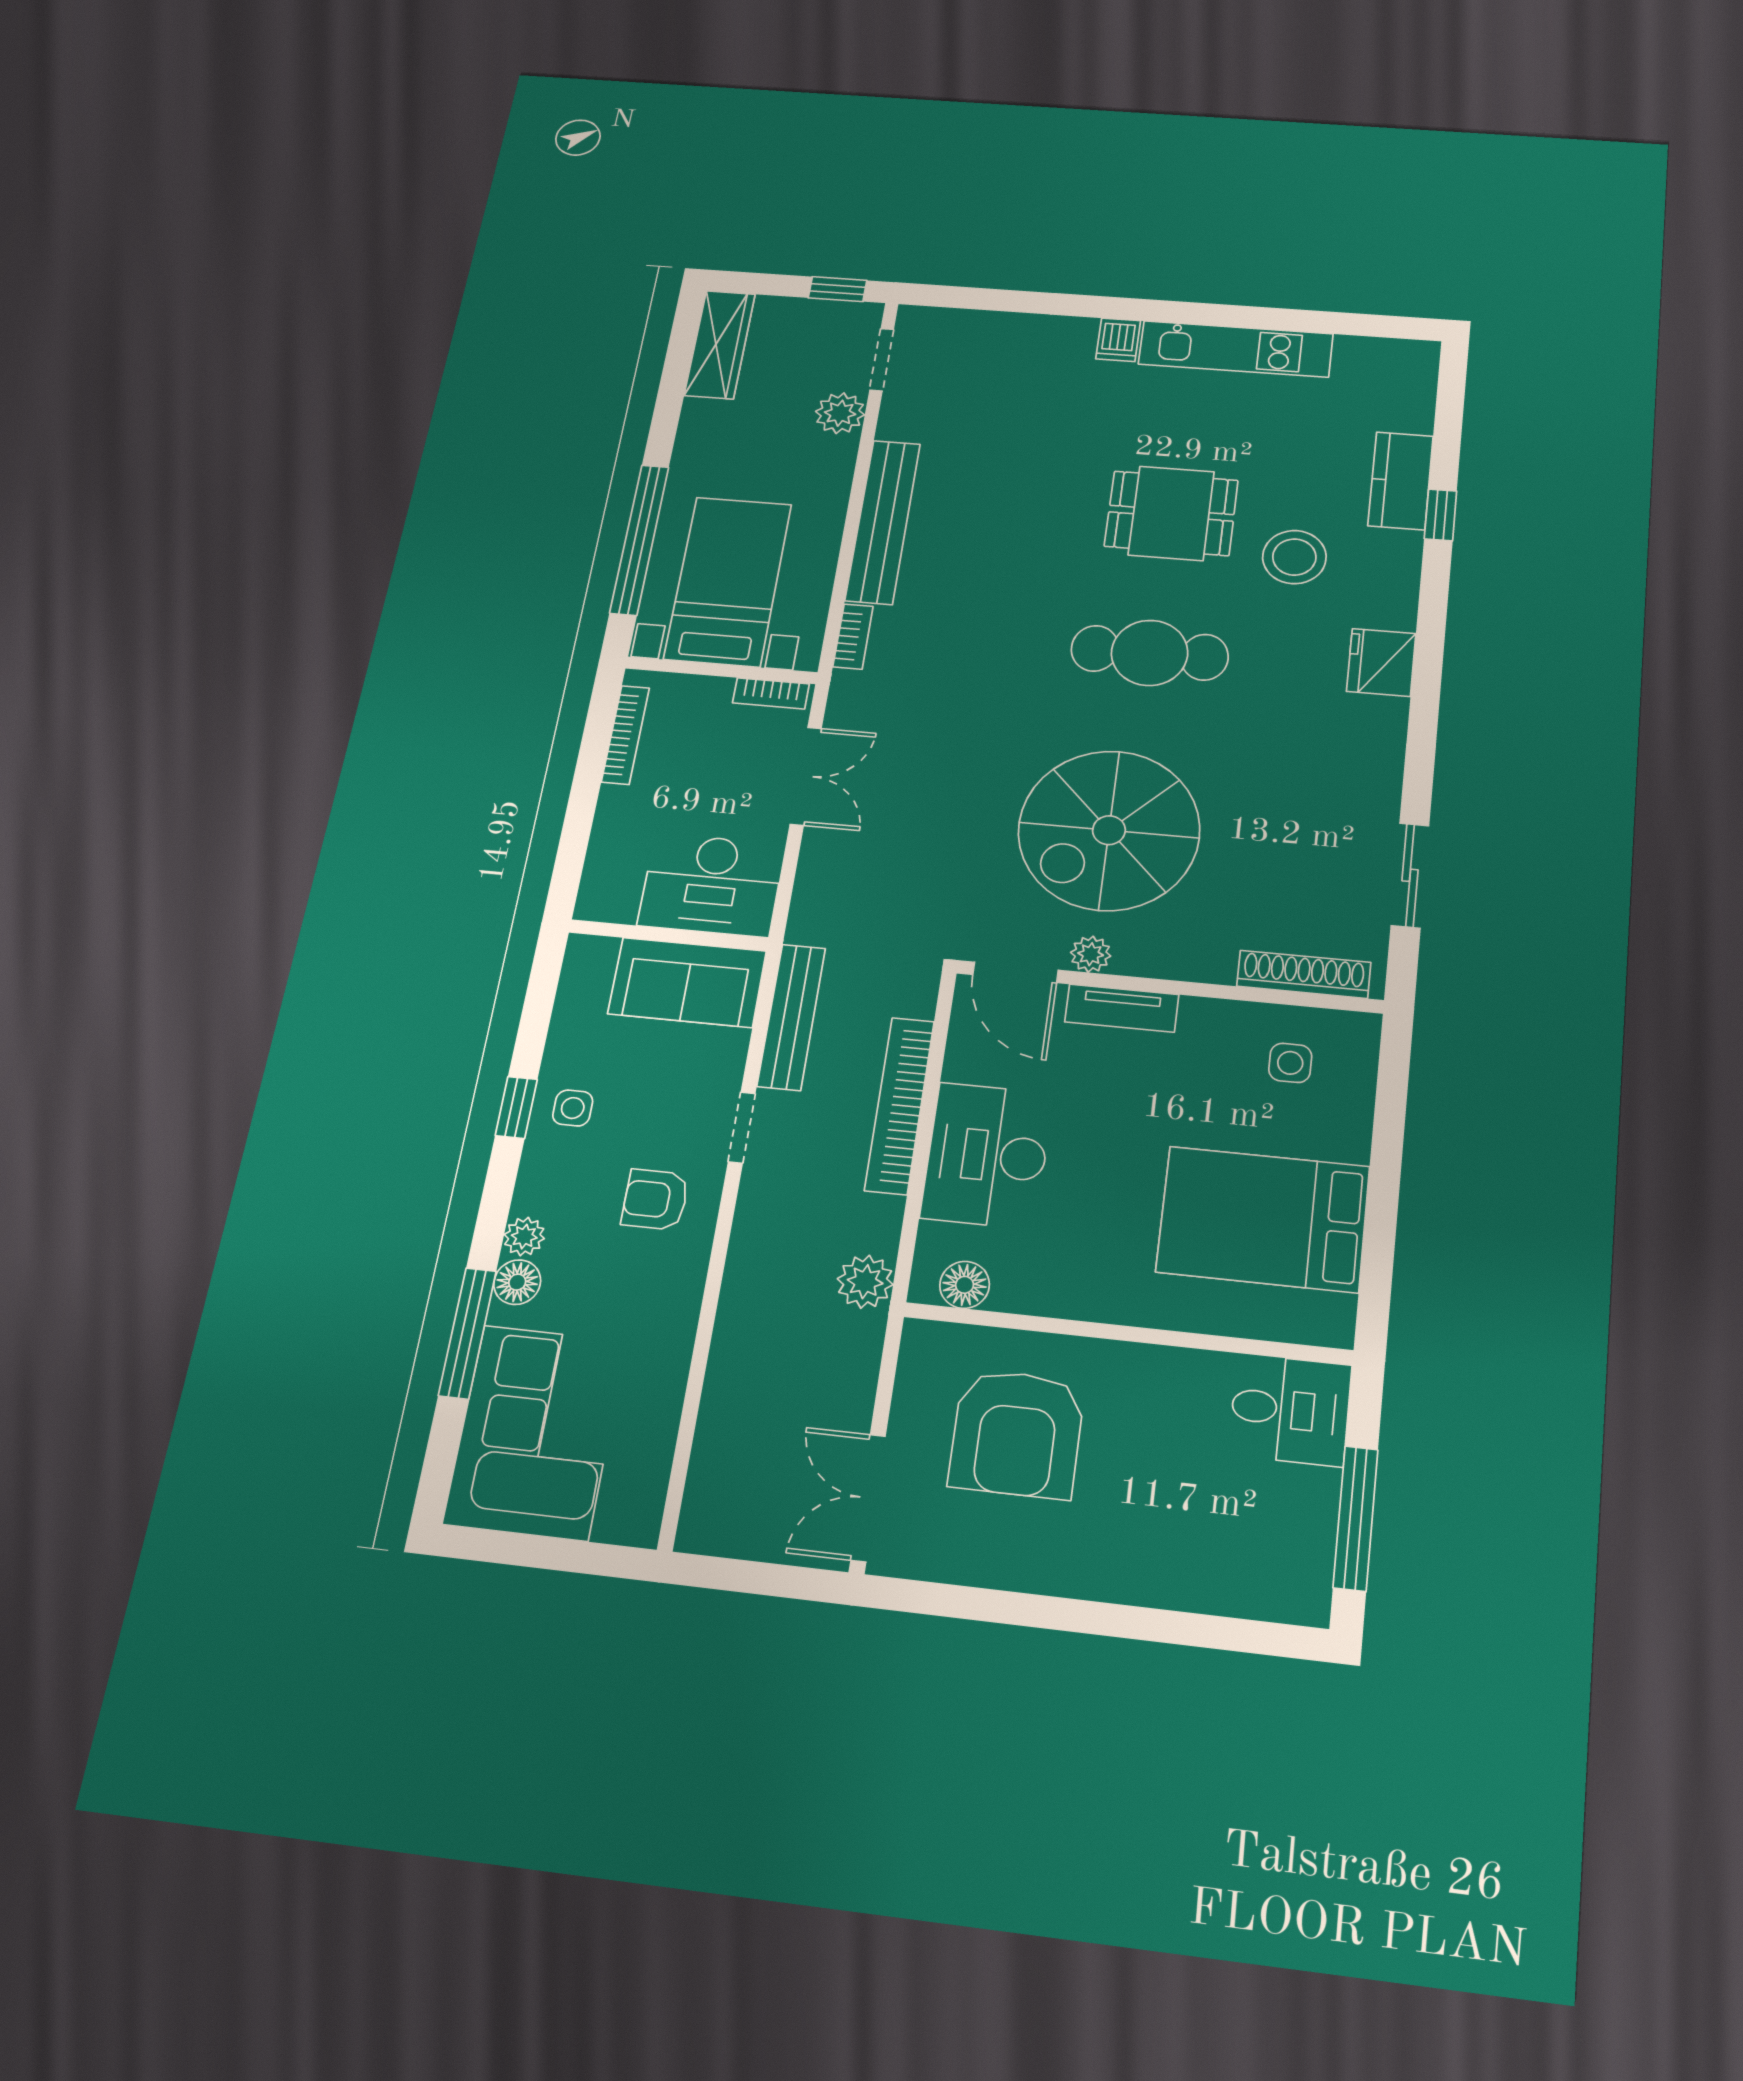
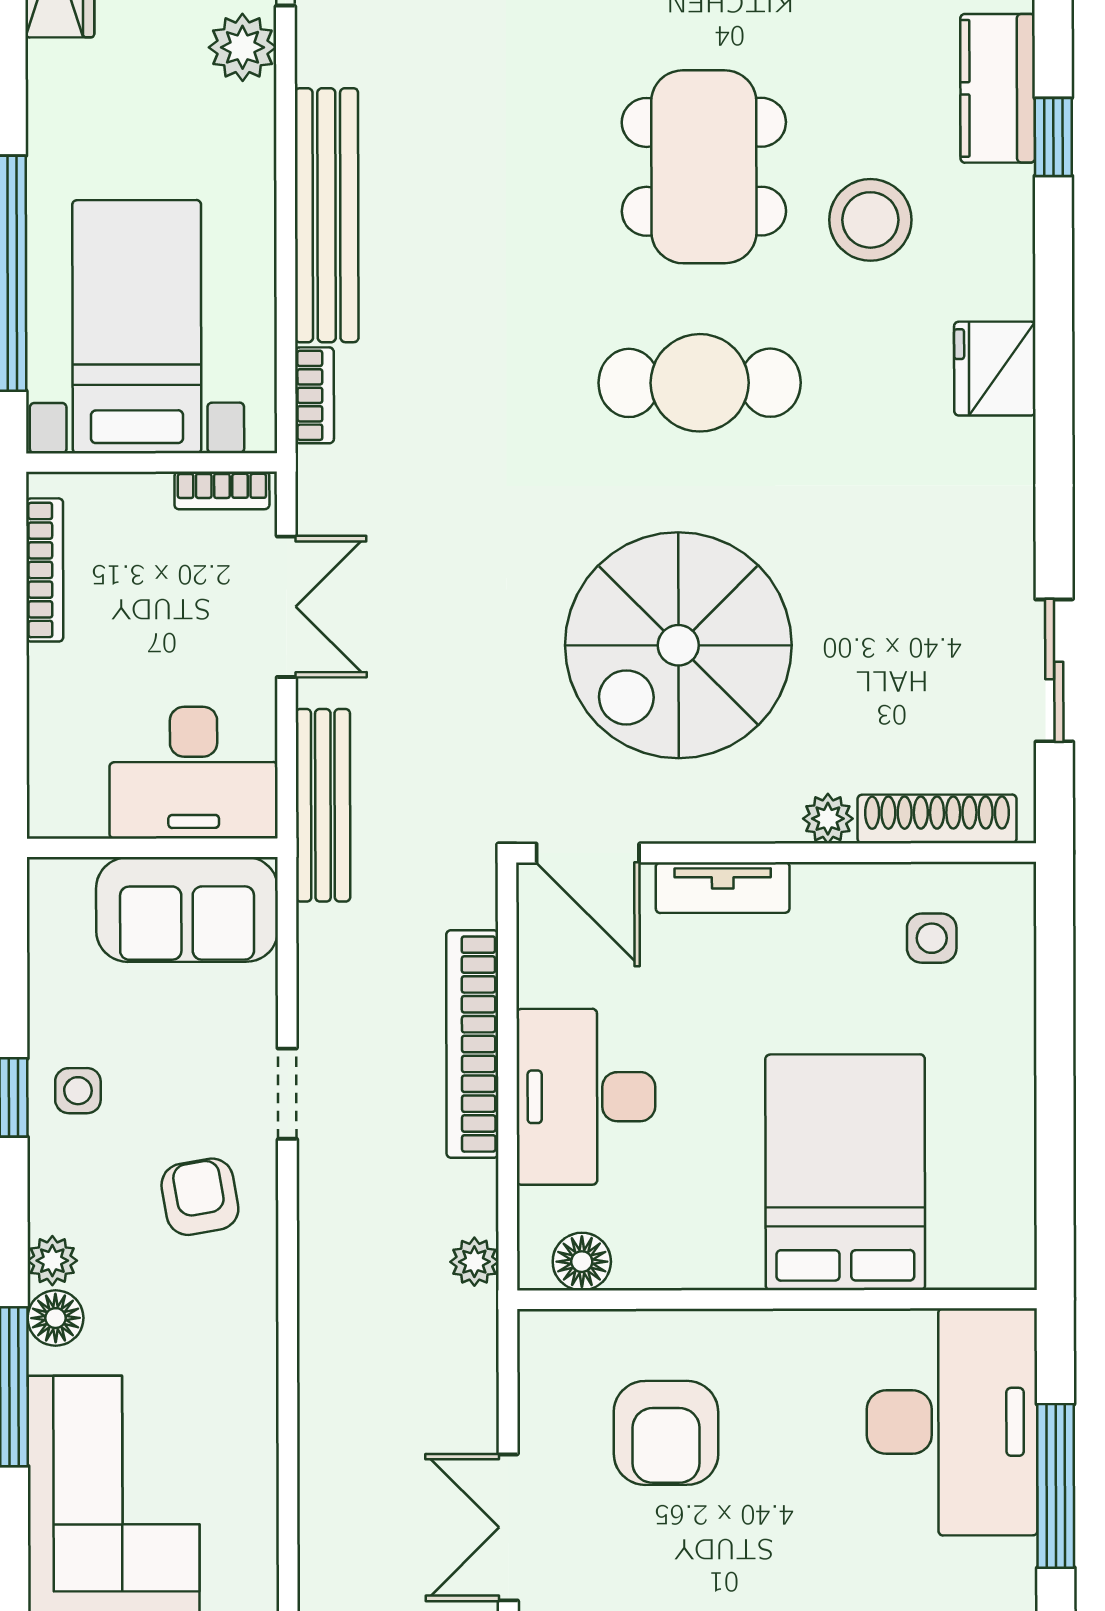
dining table: (1171, 513) -> (704, 167), width x1.38
plant: (1091, 954) -> (828, 819), moved
bench: (791, 1017) -> (323, 805), moved
armchair: (655, 1200) -> (200, 1197), turned 80
bed: (1263, 1219) -> (845, 1172), moved, turned 90
plant: (865, 1282) -> (474, 1262), width x0.73, depth x0.73
desk: (1290, 1410) -> (952, 1422), width x1.87, depth x1.30
armchair: (1017, 1434) -> (666, 1433), width x0.73, depth x0.73

